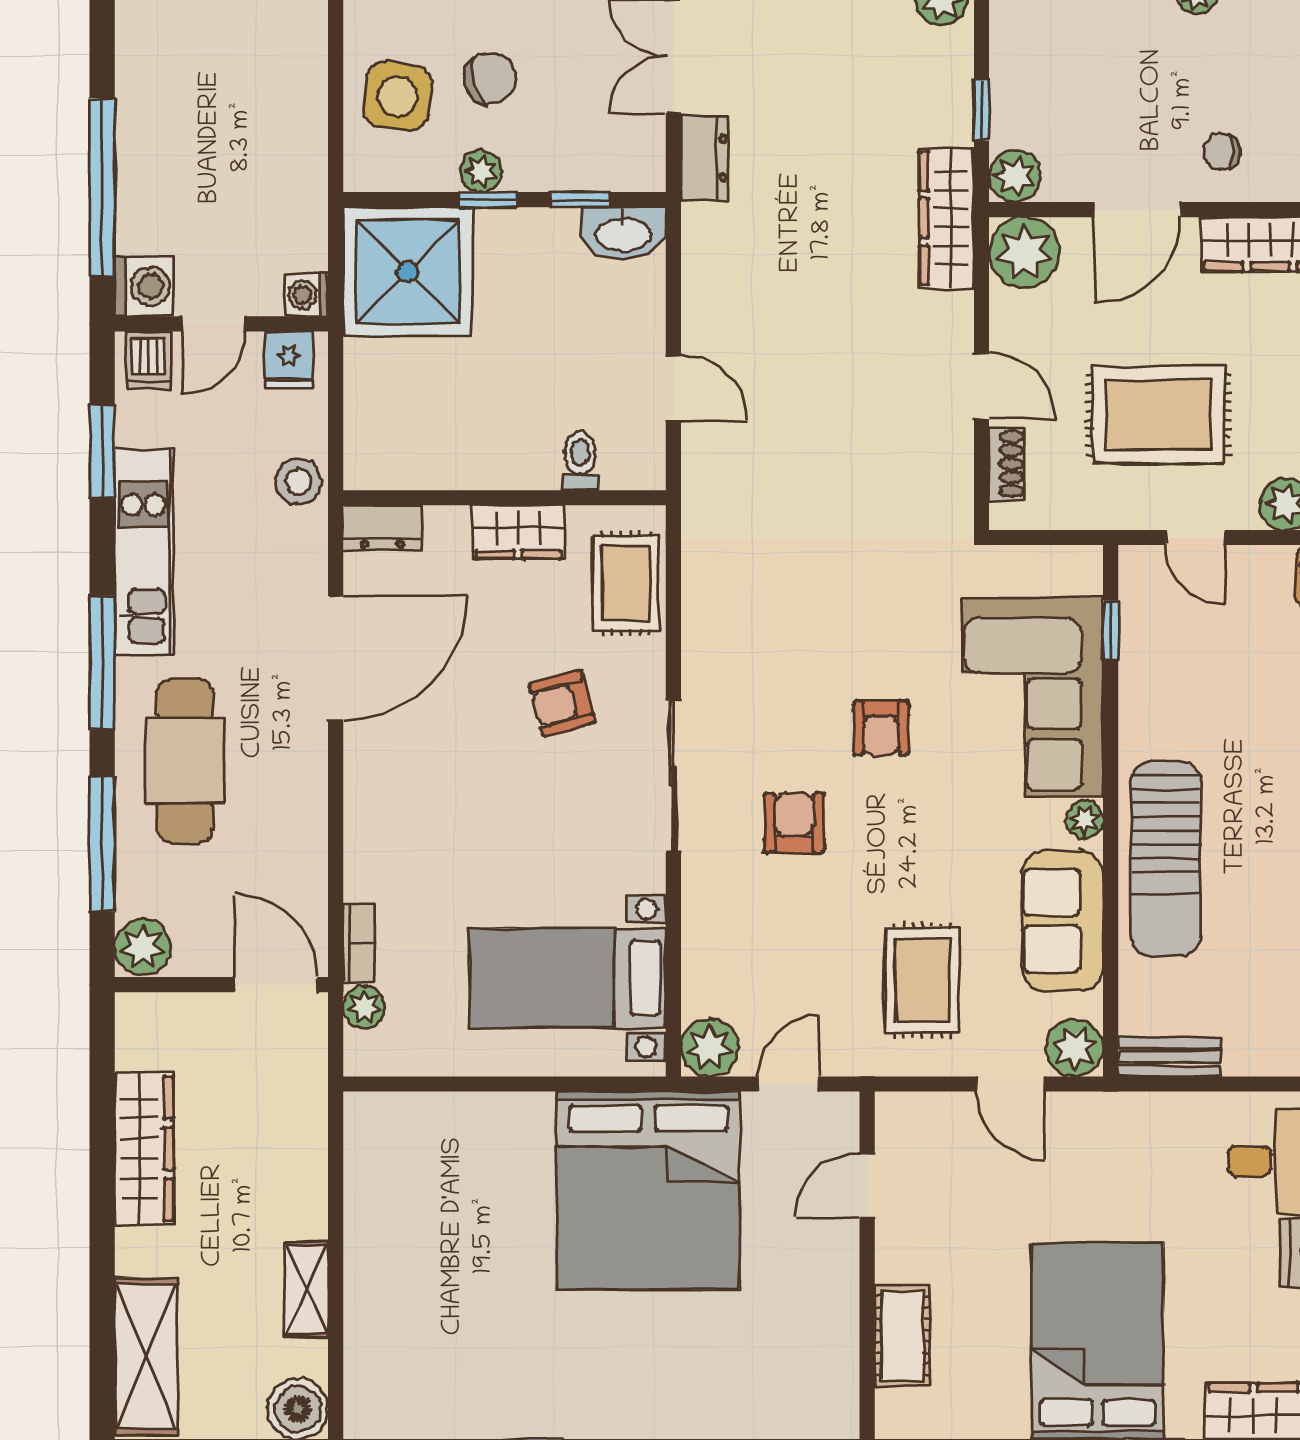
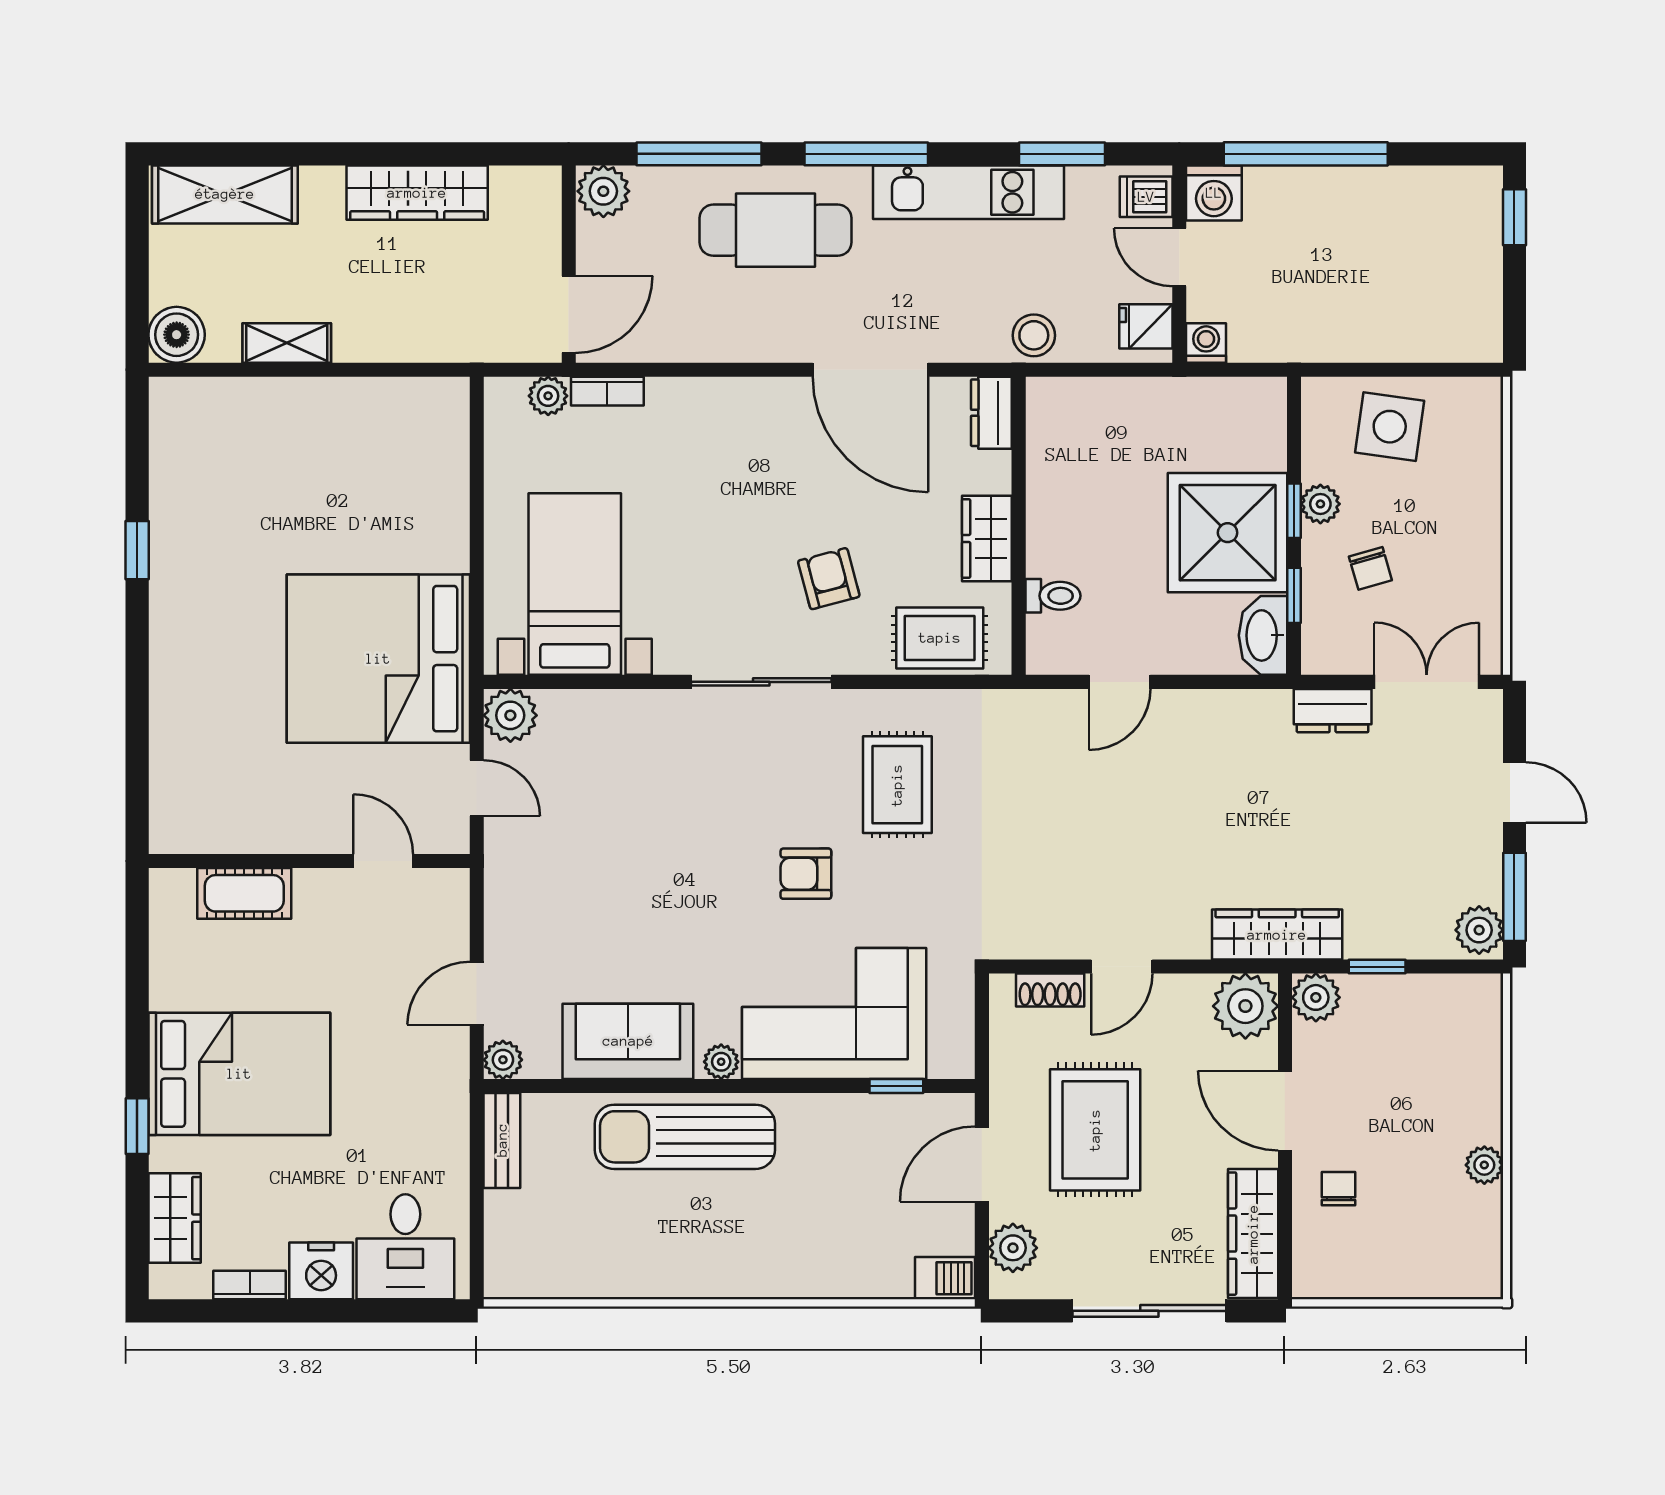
chair: (490, 78) -> (1370, 568), moved, width x0.73, depth x0.73
shower: (408, 272) -> (1228, 533), moved
door: (1195, 538) -> (982, 1164), width x1.37
armchair: (794, 823) -> (718, 794), removed
rug: (922, 980) -> (897, 785), moved, turned 90
plant: (1075, 1048) -> (503, 1060), width x0.73, depth x0.73

